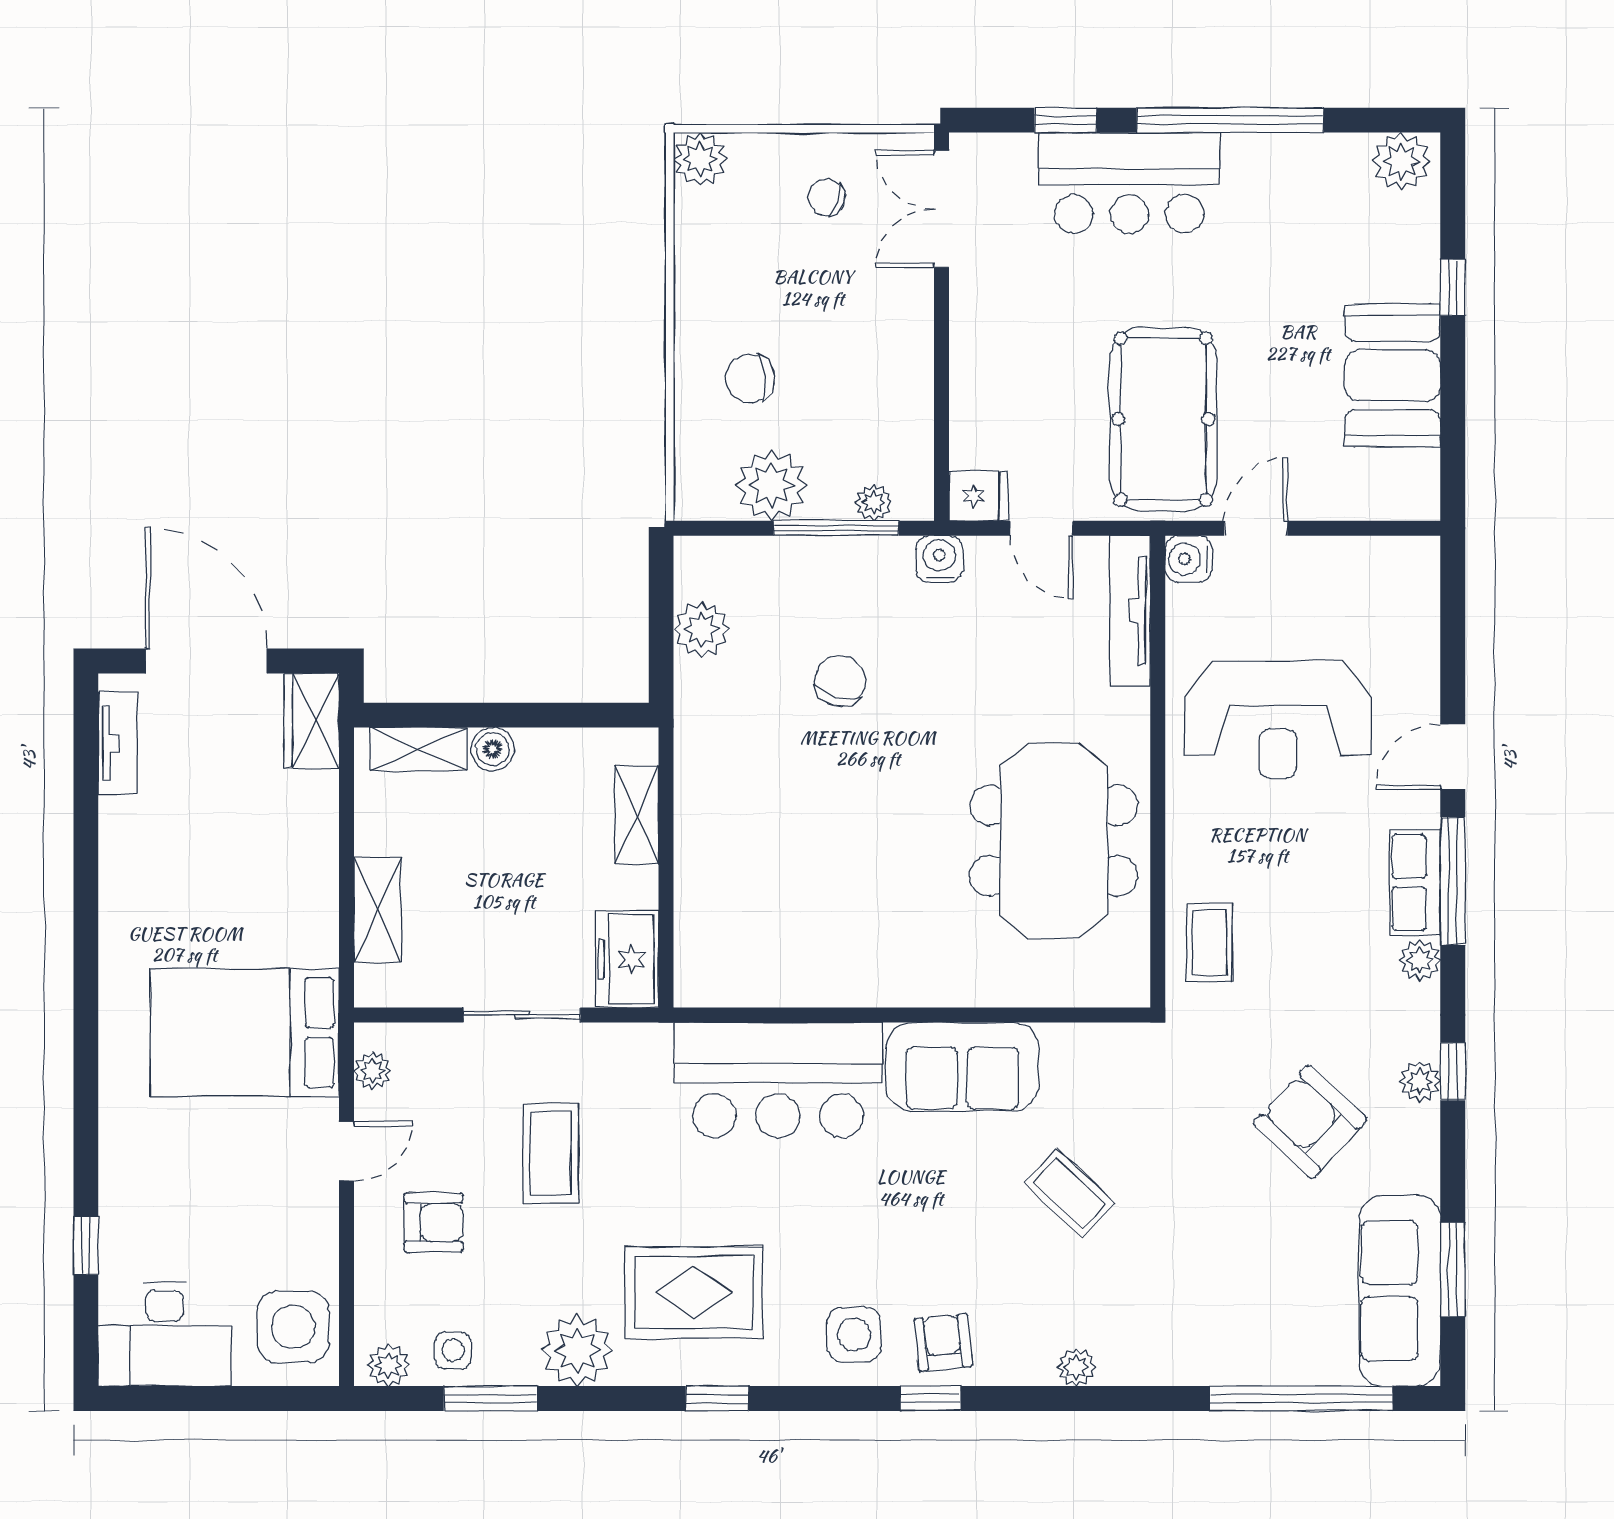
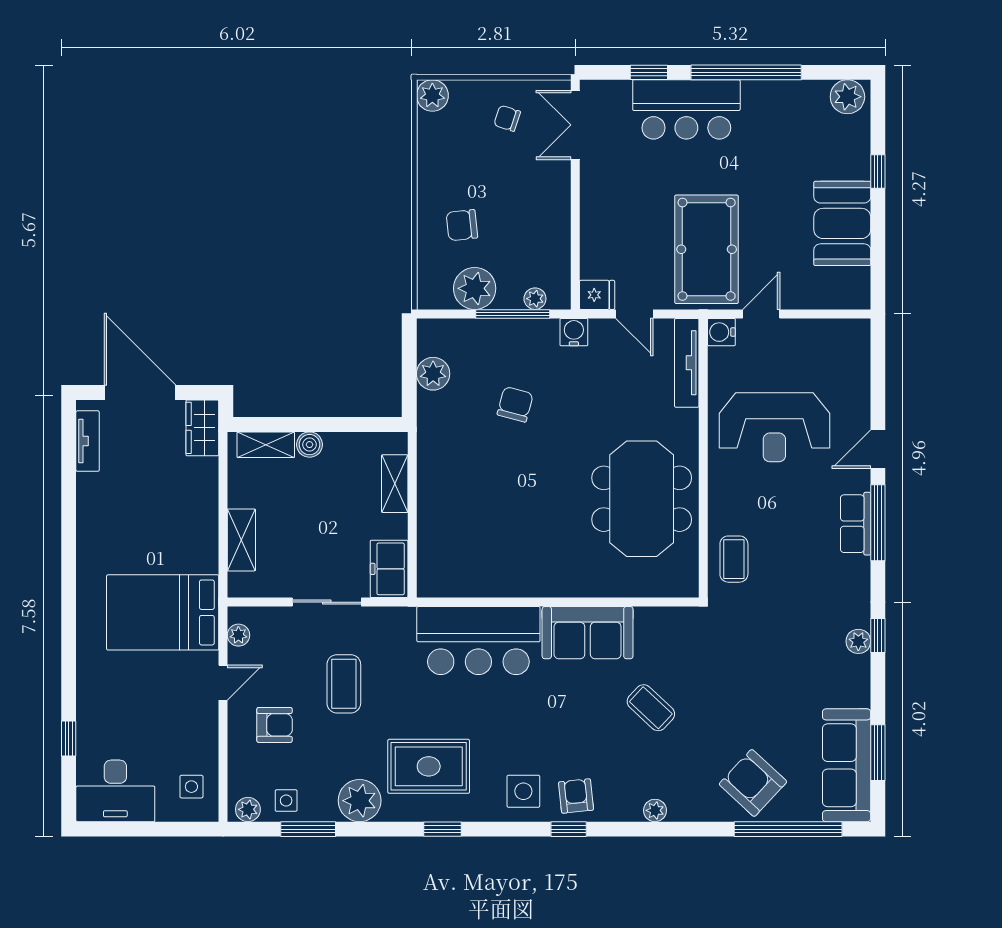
plant: (1420, 960) -> (858, 570), removed
armchair: (1310, 1122) -> (753, 783), moved
side table: (293, 1327) -> (191, 787), width x0.54, depth x0.54

